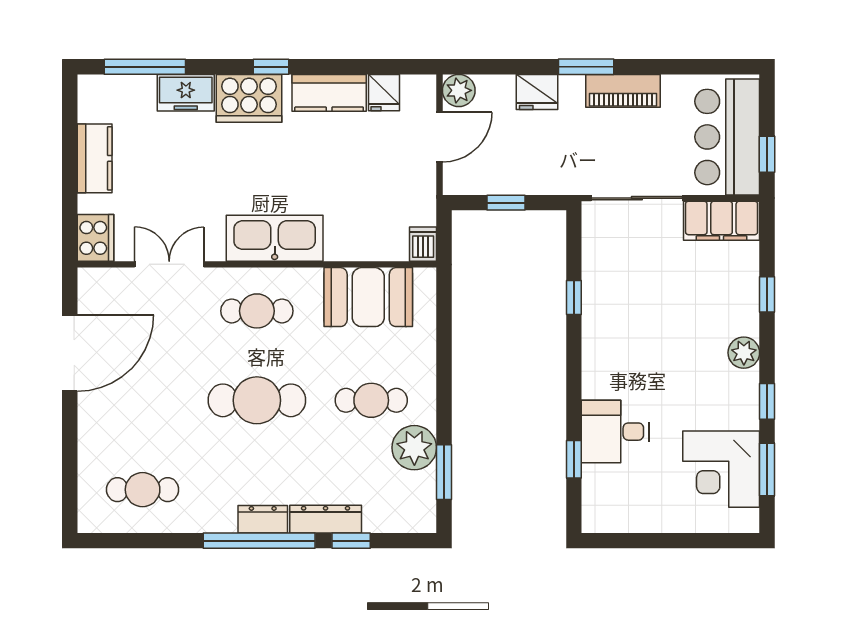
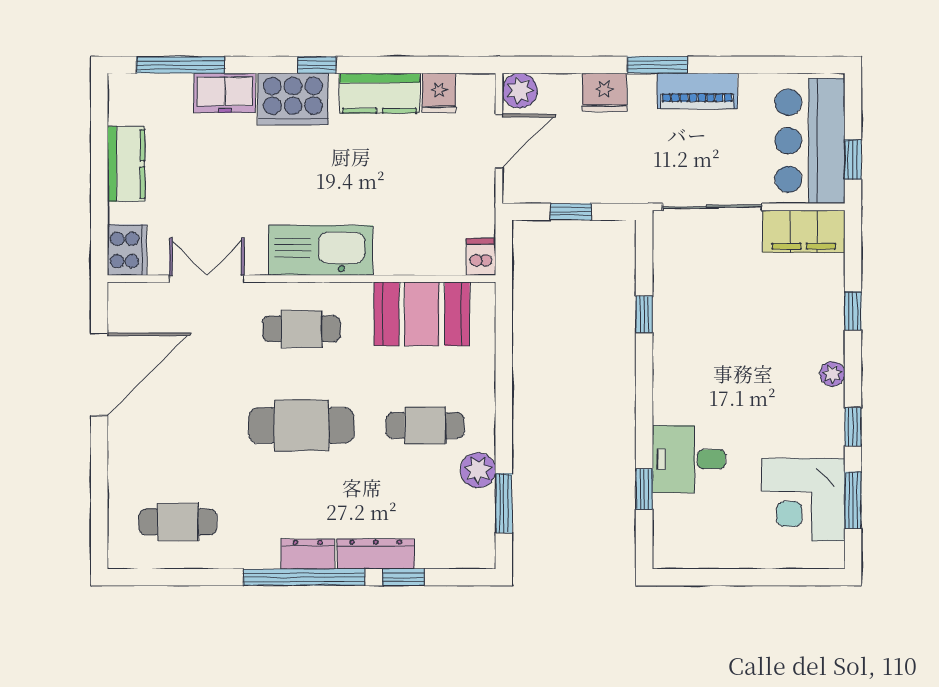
plant: (744, 353) -> (832, 374), width x0.73, depth x0.73
plant: (414, 448) -> (478, 470), width x0.73, depth x0.73

